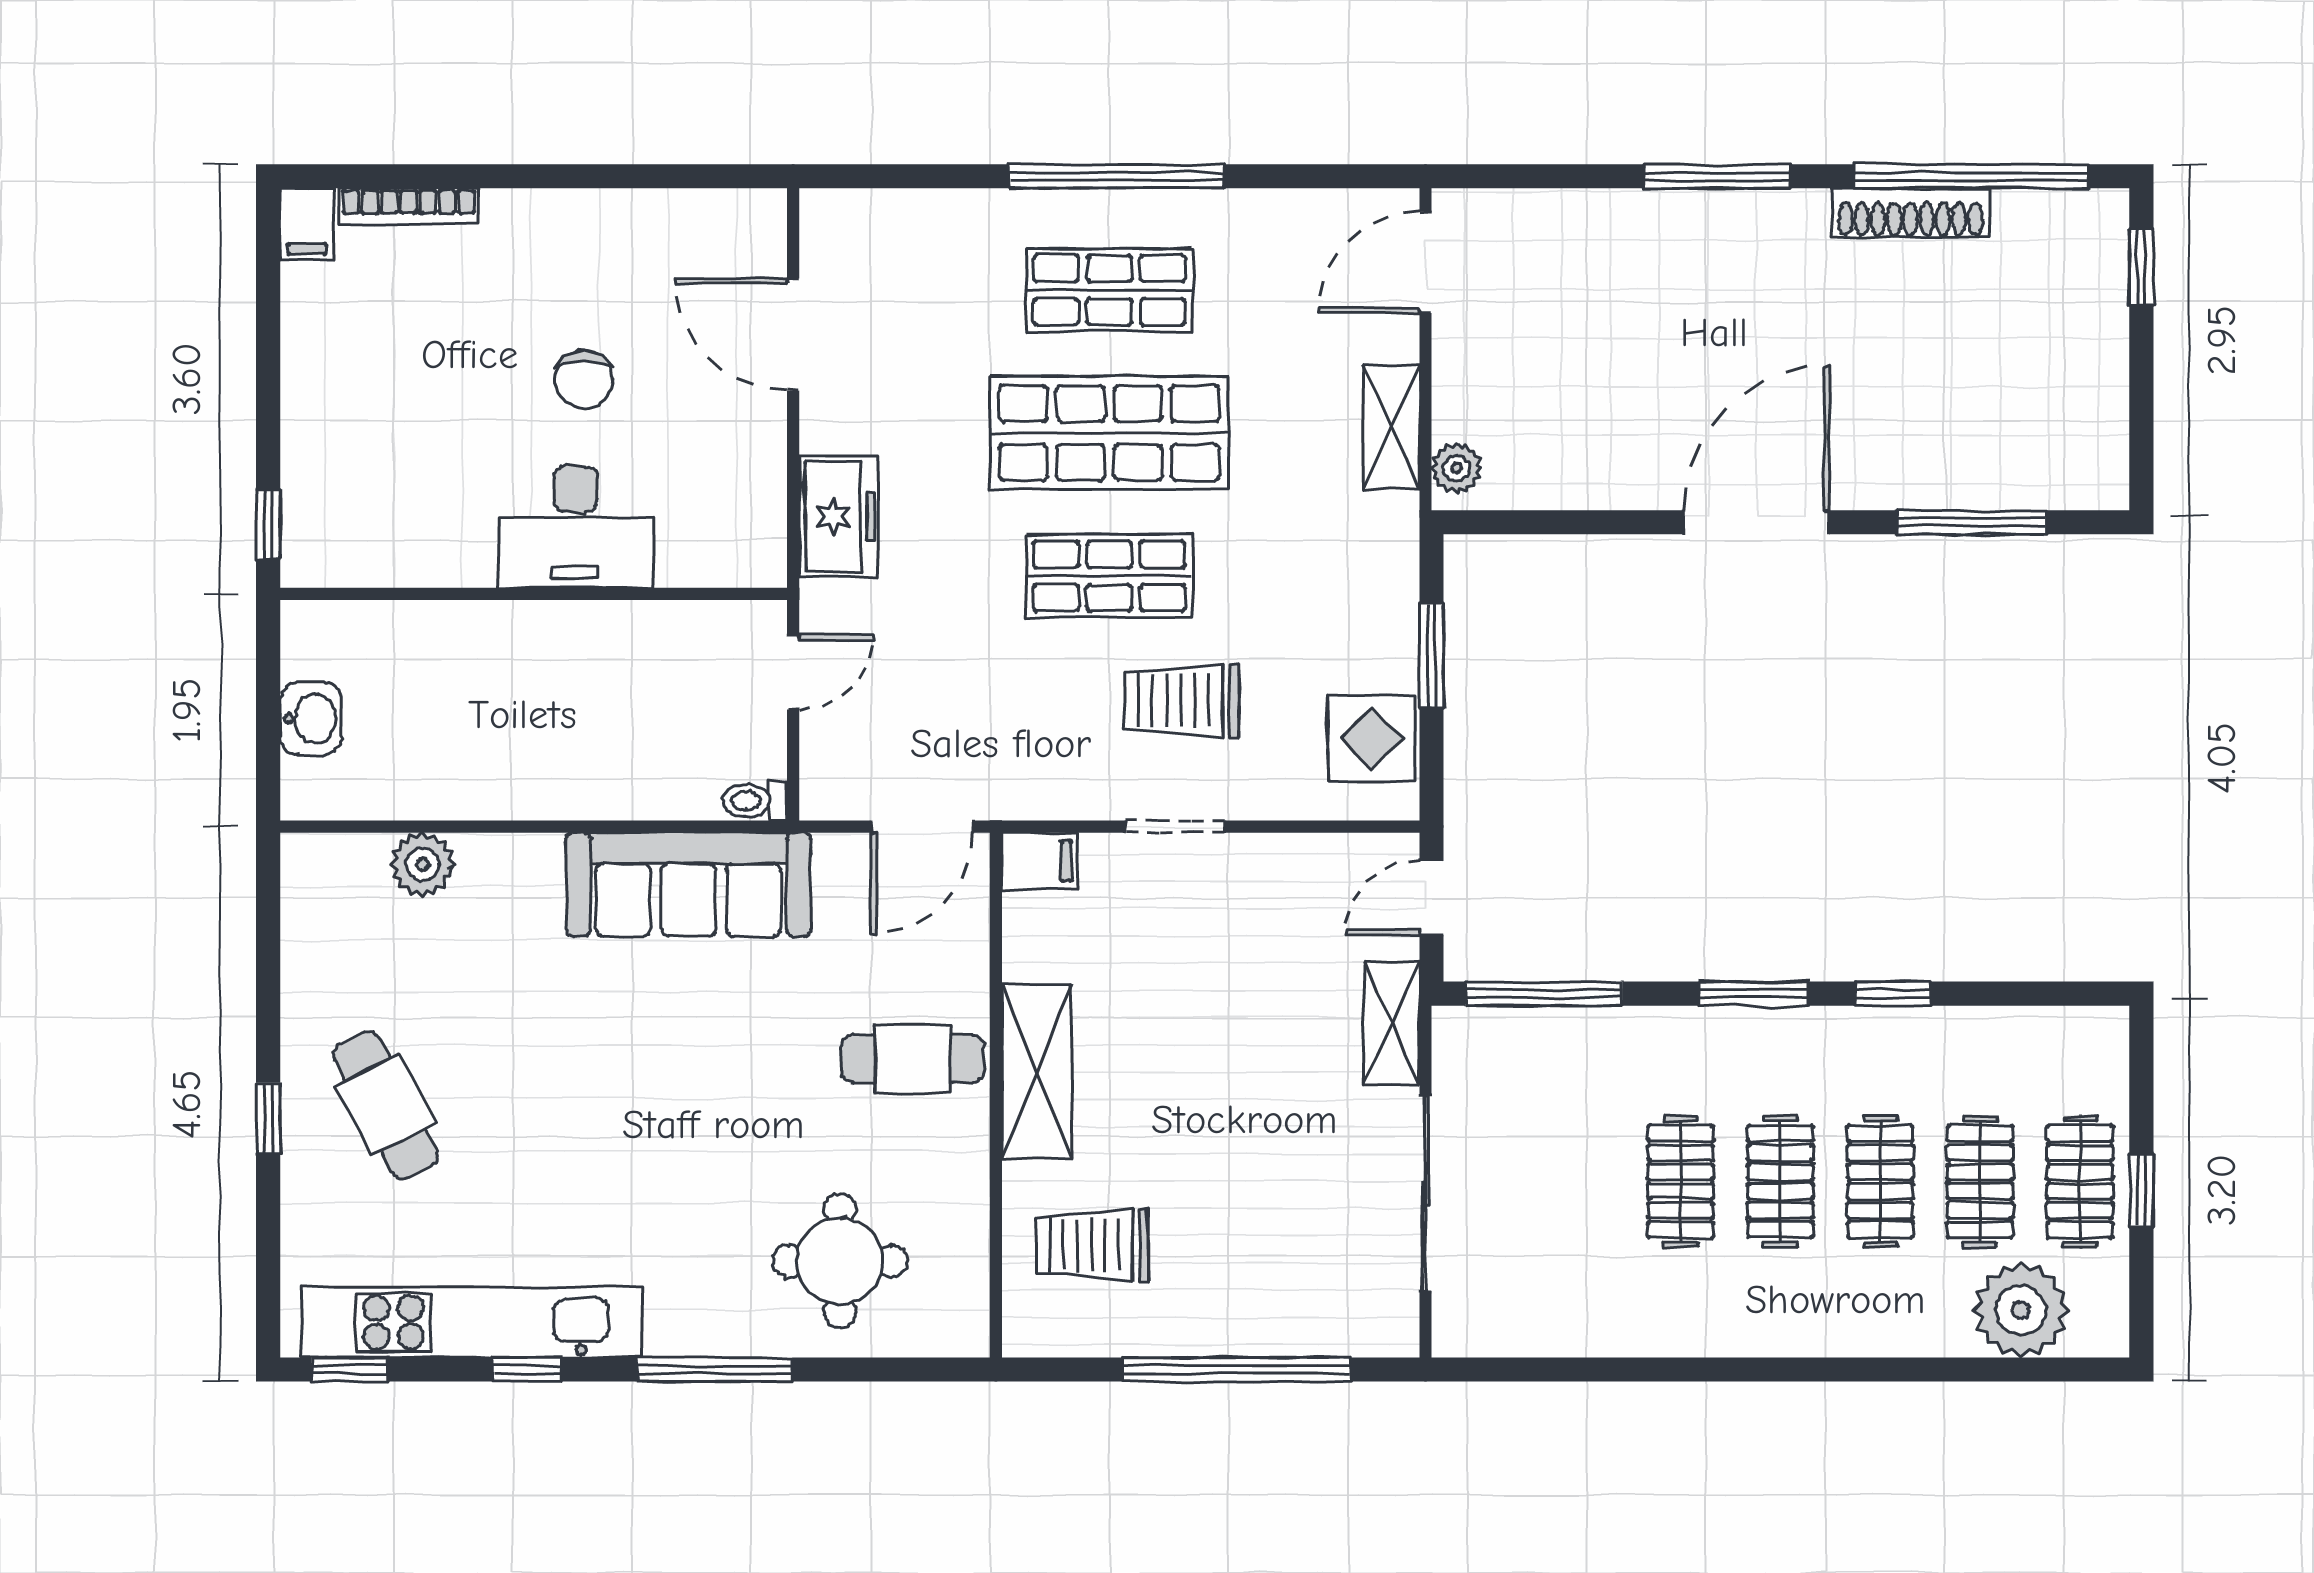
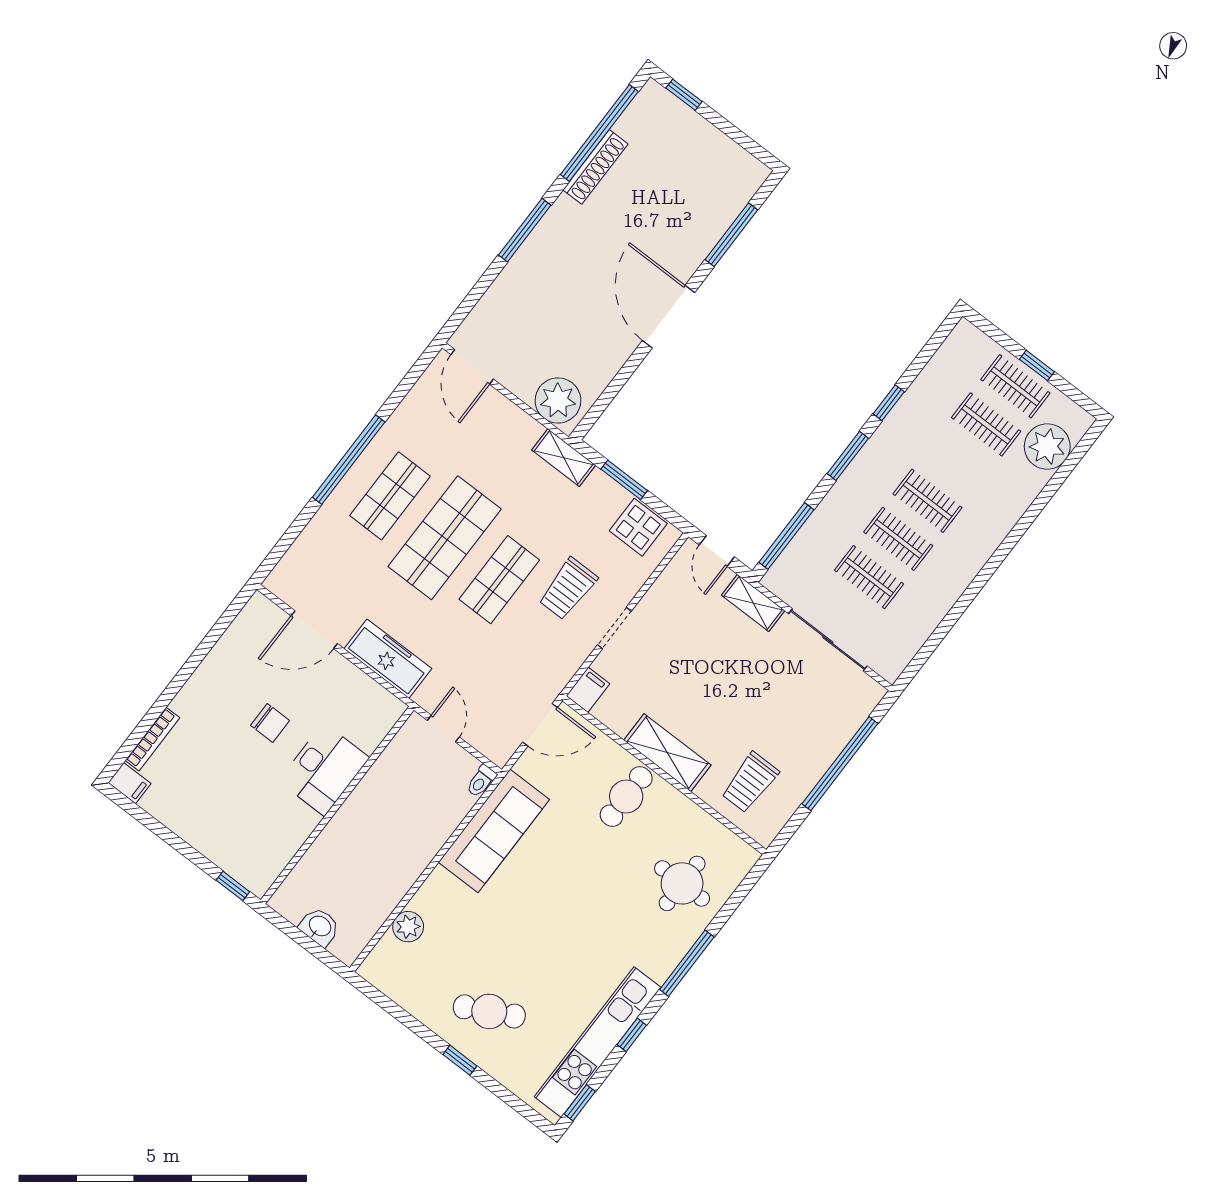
shelving: (1392, 427) -> (564, 458), moved
plant: (1457, 468) -> (558, 400), width x1.88, depth x1.88
freezer: (838, 517) -> (388, 659), width x1.40
door: (922, 827) -> (540, 725), hinge flipped
clothes rail: (1880, 1182) -> (869, 577), moved

